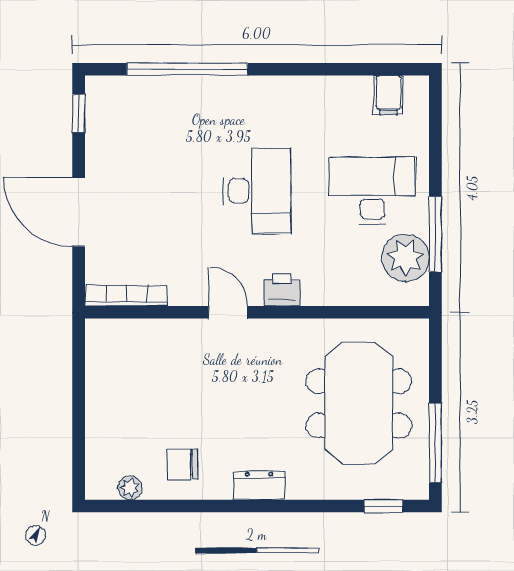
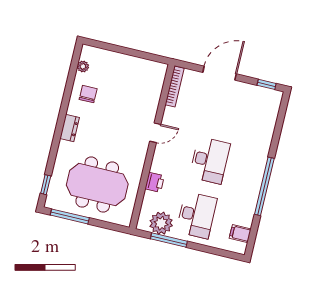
window: (187, 69) -> (264, 186), moved
desk: (257, 191) -> (210, 160), turned -90
printer: (282, 290) -> (155, 182), moved

